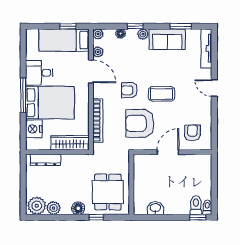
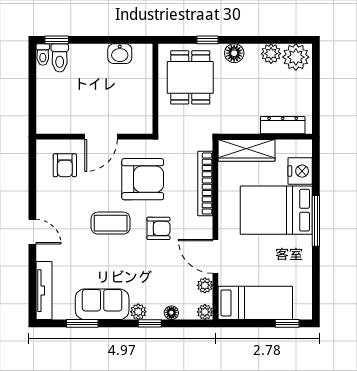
window: (68, 26) -> (287, 323), moved
desk: (39, 73) -> (292, 254), removed

